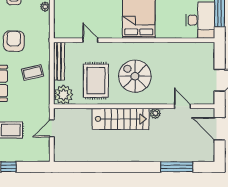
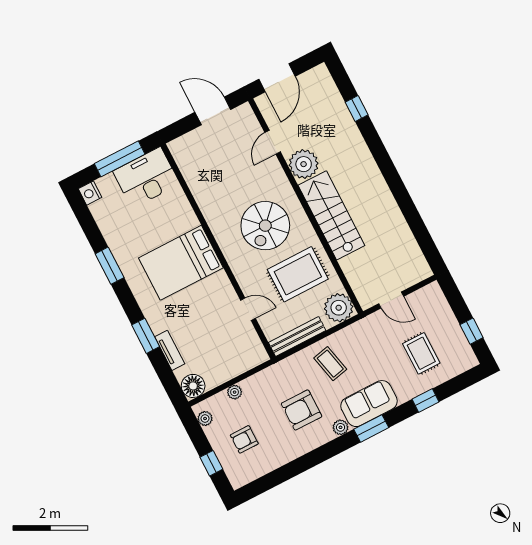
door: (90, 40) -> (248, 309), swing flipped
plant: (155, 113) -> (304, 164), width x1.88, depth x1.88
window: (177, 167) -> (357, 108), width x0.46

